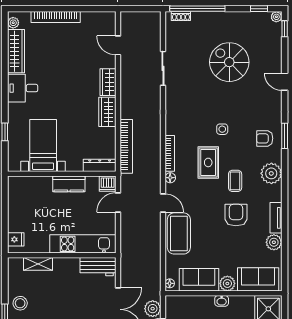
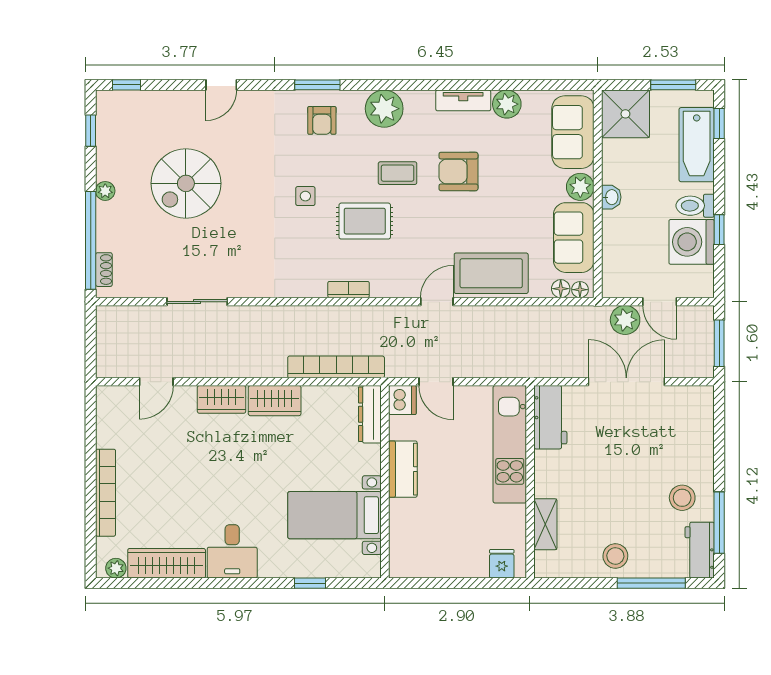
plant: (276, 17) -> (105, 191), moved
bookcase: (170, 153) -> (349, 290), width x0.64
floor lamp: (170, 178) -> (561, 289), moved

